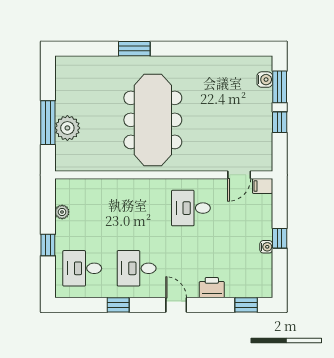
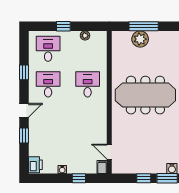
desk: (191, 208) -> (88, 84), moved
window: (280, 238) -> (79, 178), moved
printer: (212, 288) -> (35, 165), moved
window: (246, 305) -> (24, 136), moved

